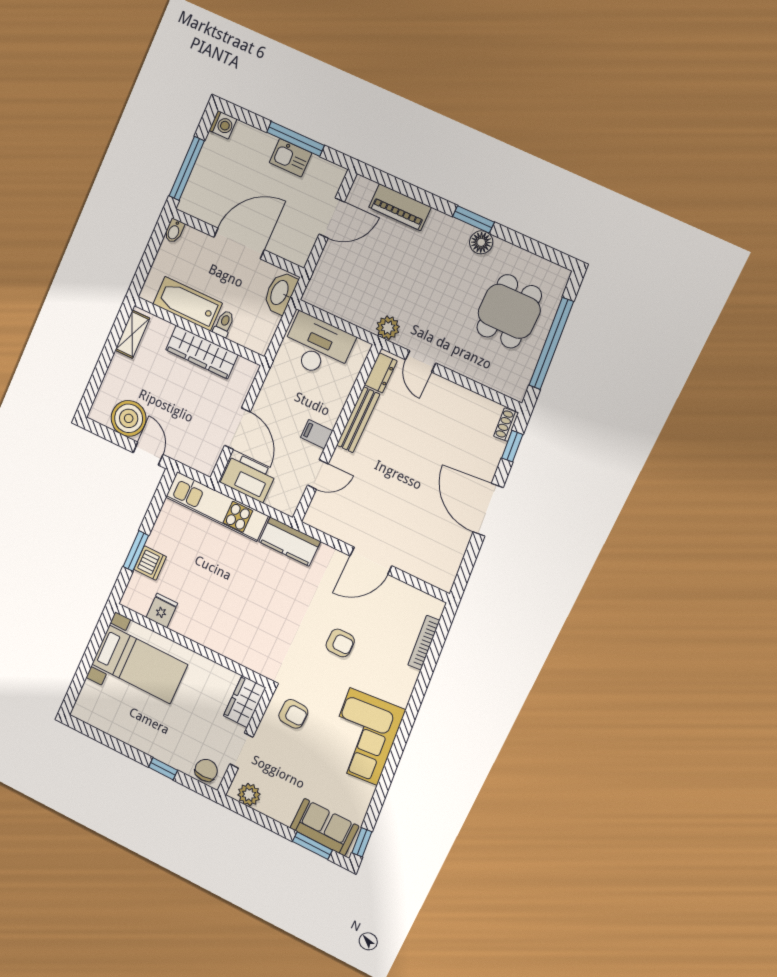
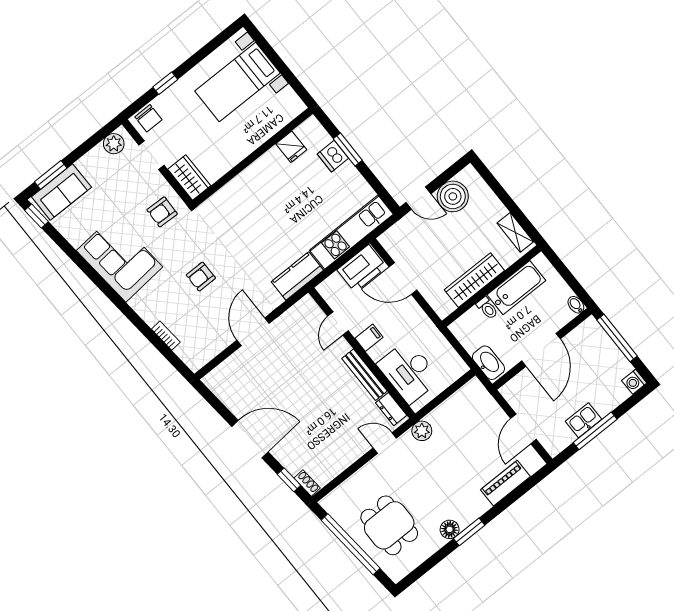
desk: (318, 346) -> (409, 372), moved, turned 90
bookcase: (424, 643) -> (166, 336), width x0.64
bed with nightstands: (140, 664) -> (238, 82), moved

